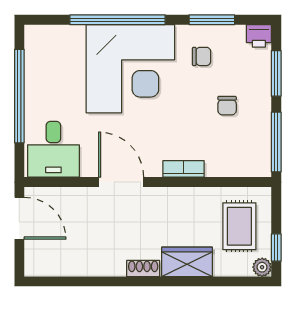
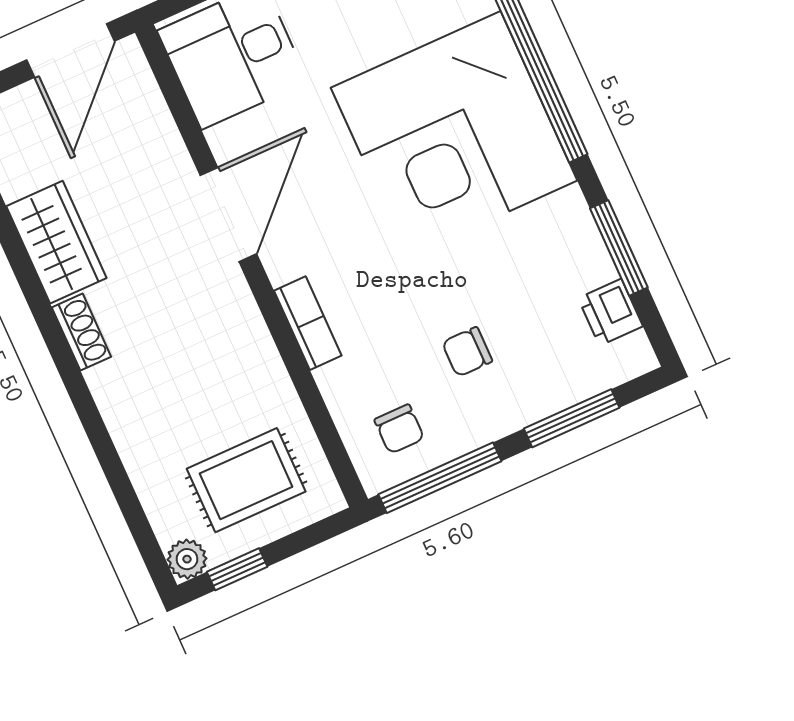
printer: (259, 36) -> (610, 312), moved
chair: (202, 56) -> (399, 429), moved
wardrobe: (187, 262) -> (56, 242), moved

